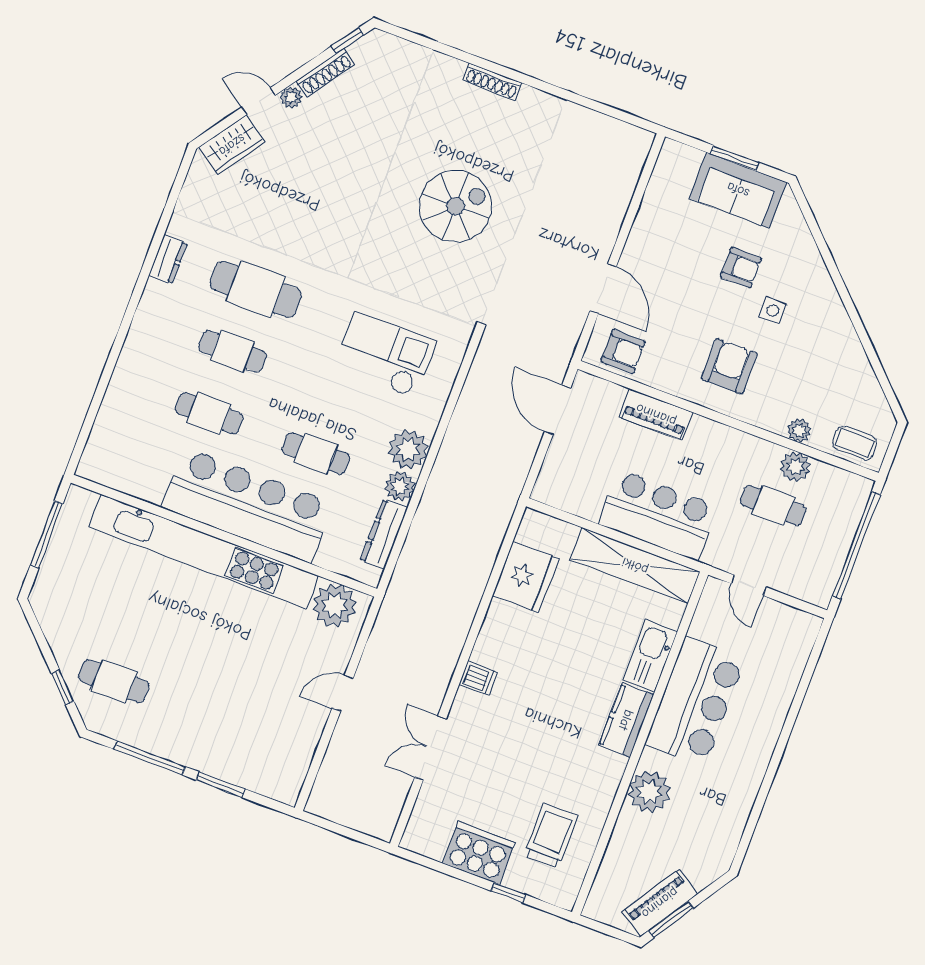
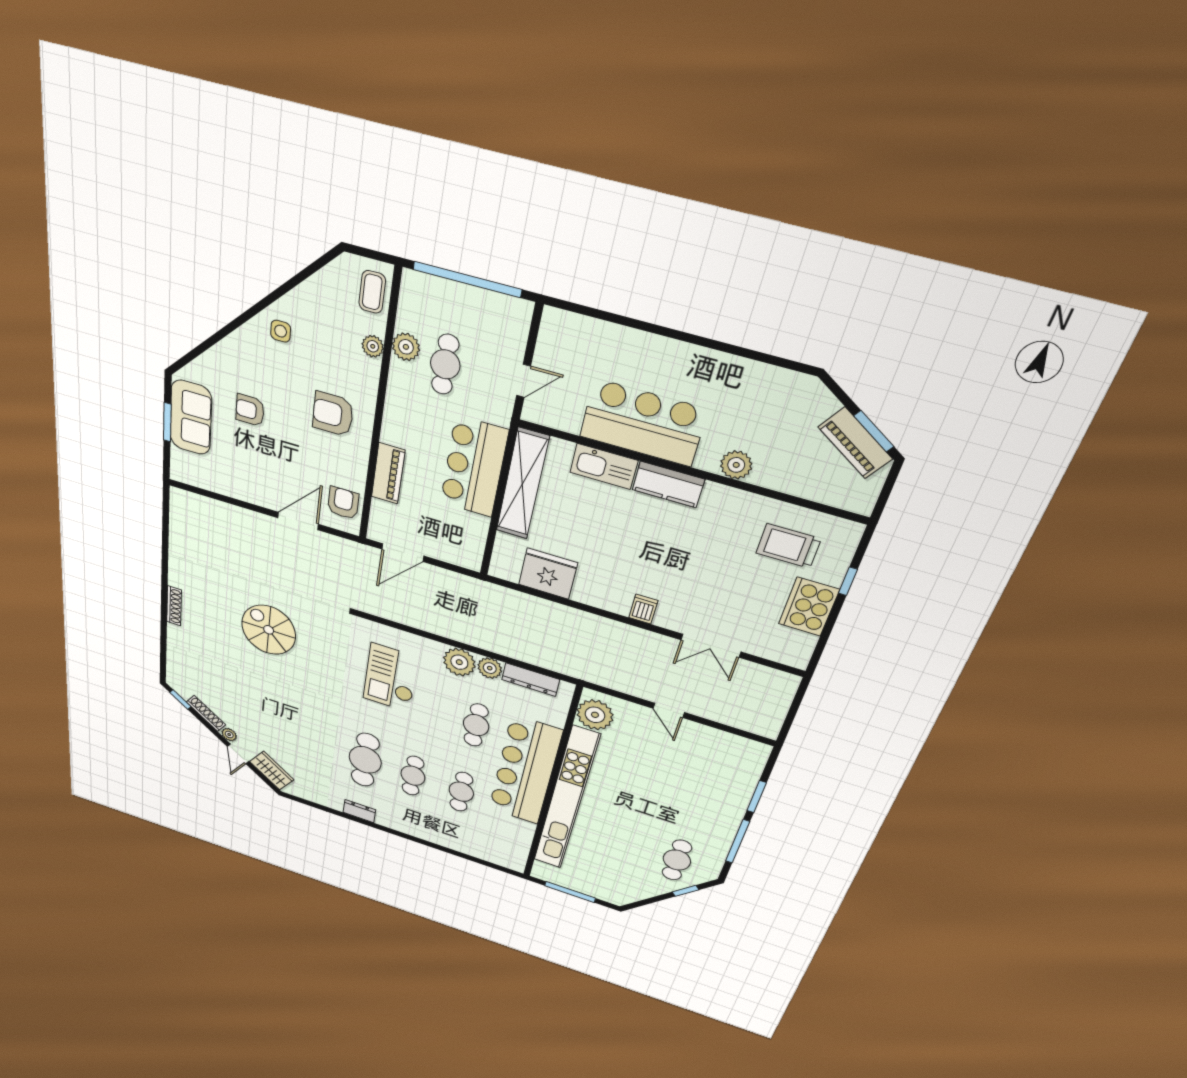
armchair: (741, 268) -> (250, 410), turned -90
side table: (773, 310) -> (281, 331), moved
plant: (649, 792) -> (736, 465), width x0.73, depth x0.73

